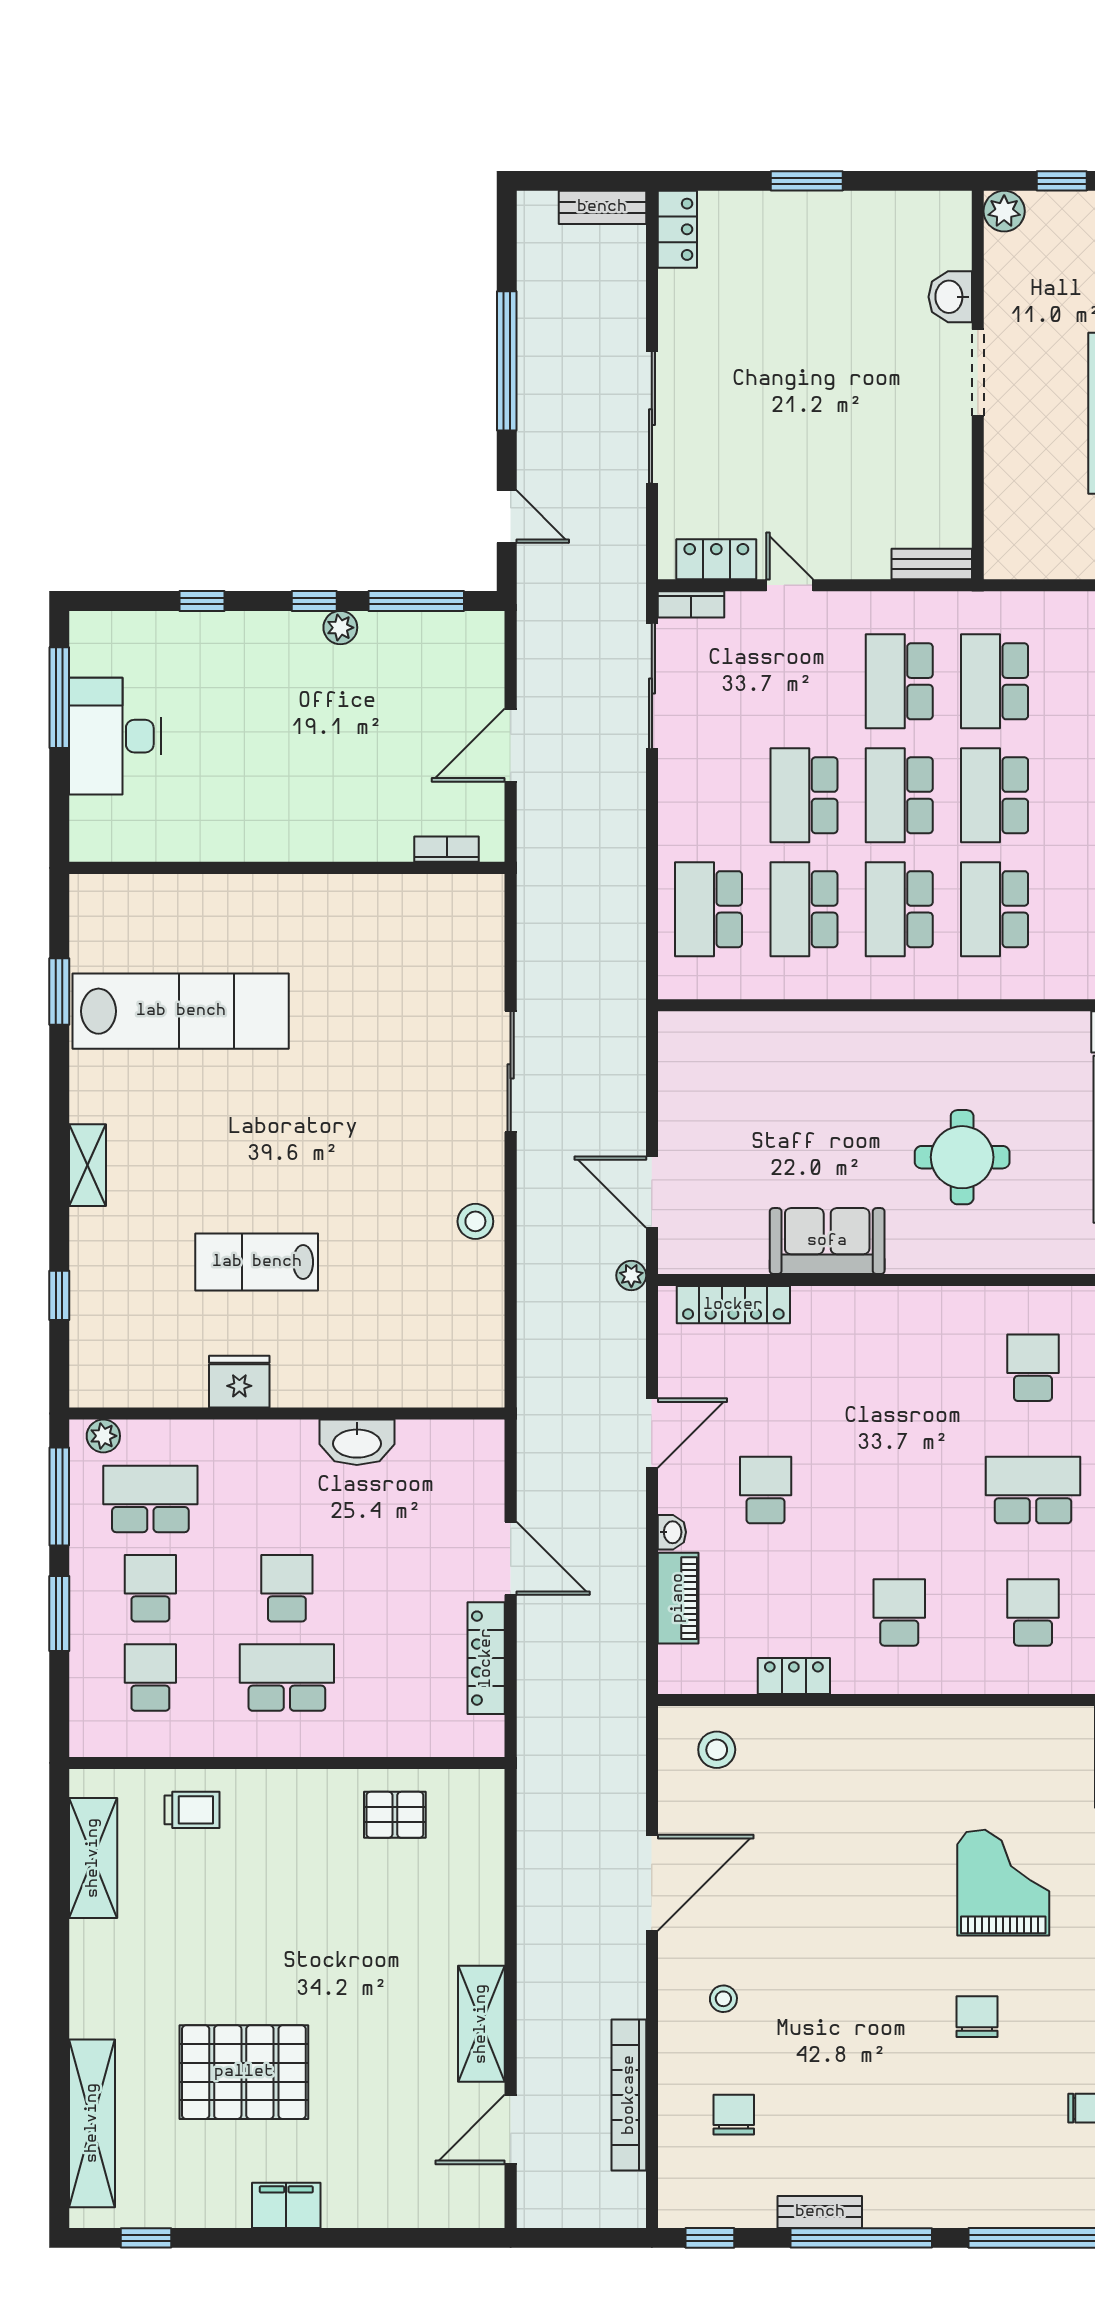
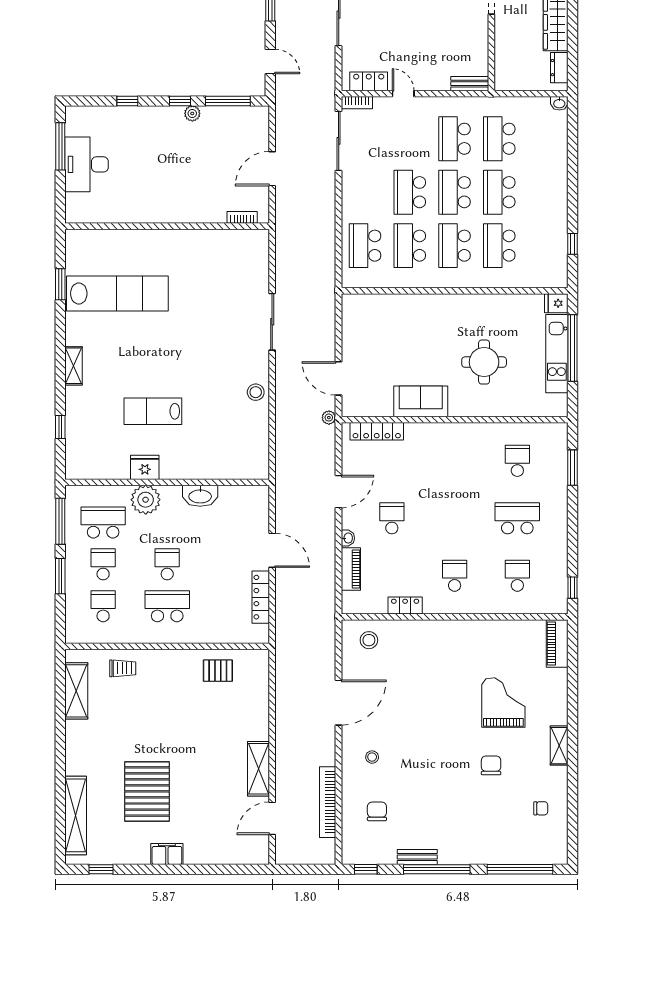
plant: (103, 1436) -> (146, 500), moved, width x1.87, depth x1.87
pallet: (244, 2072) -> (147, 791), turned 90

